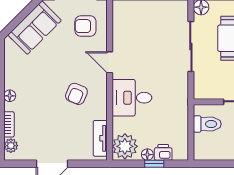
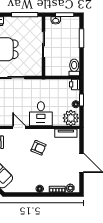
door: (110, 62) -> (19, 127), swing flipped
toilet: (207, 124) -> (74, 67), moved
printer: (163, 152) -> (74, 84), moved

